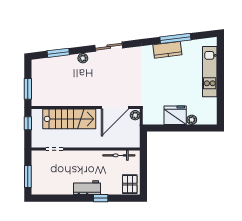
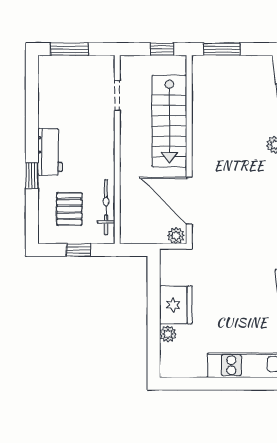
window: (143, 171) -> (79, 250), added
pallet: (130, 184) -> (69, 209), moved, turned 90

